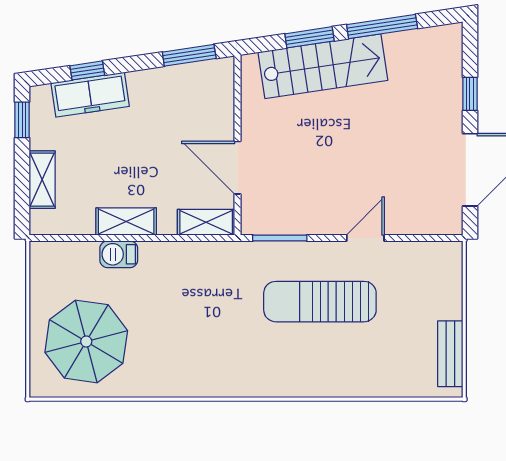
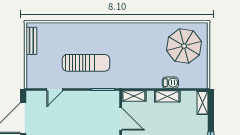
shelving: (42, 180) -> (203, 103), moved
door: (365, 238) -> (55, 89), moved

